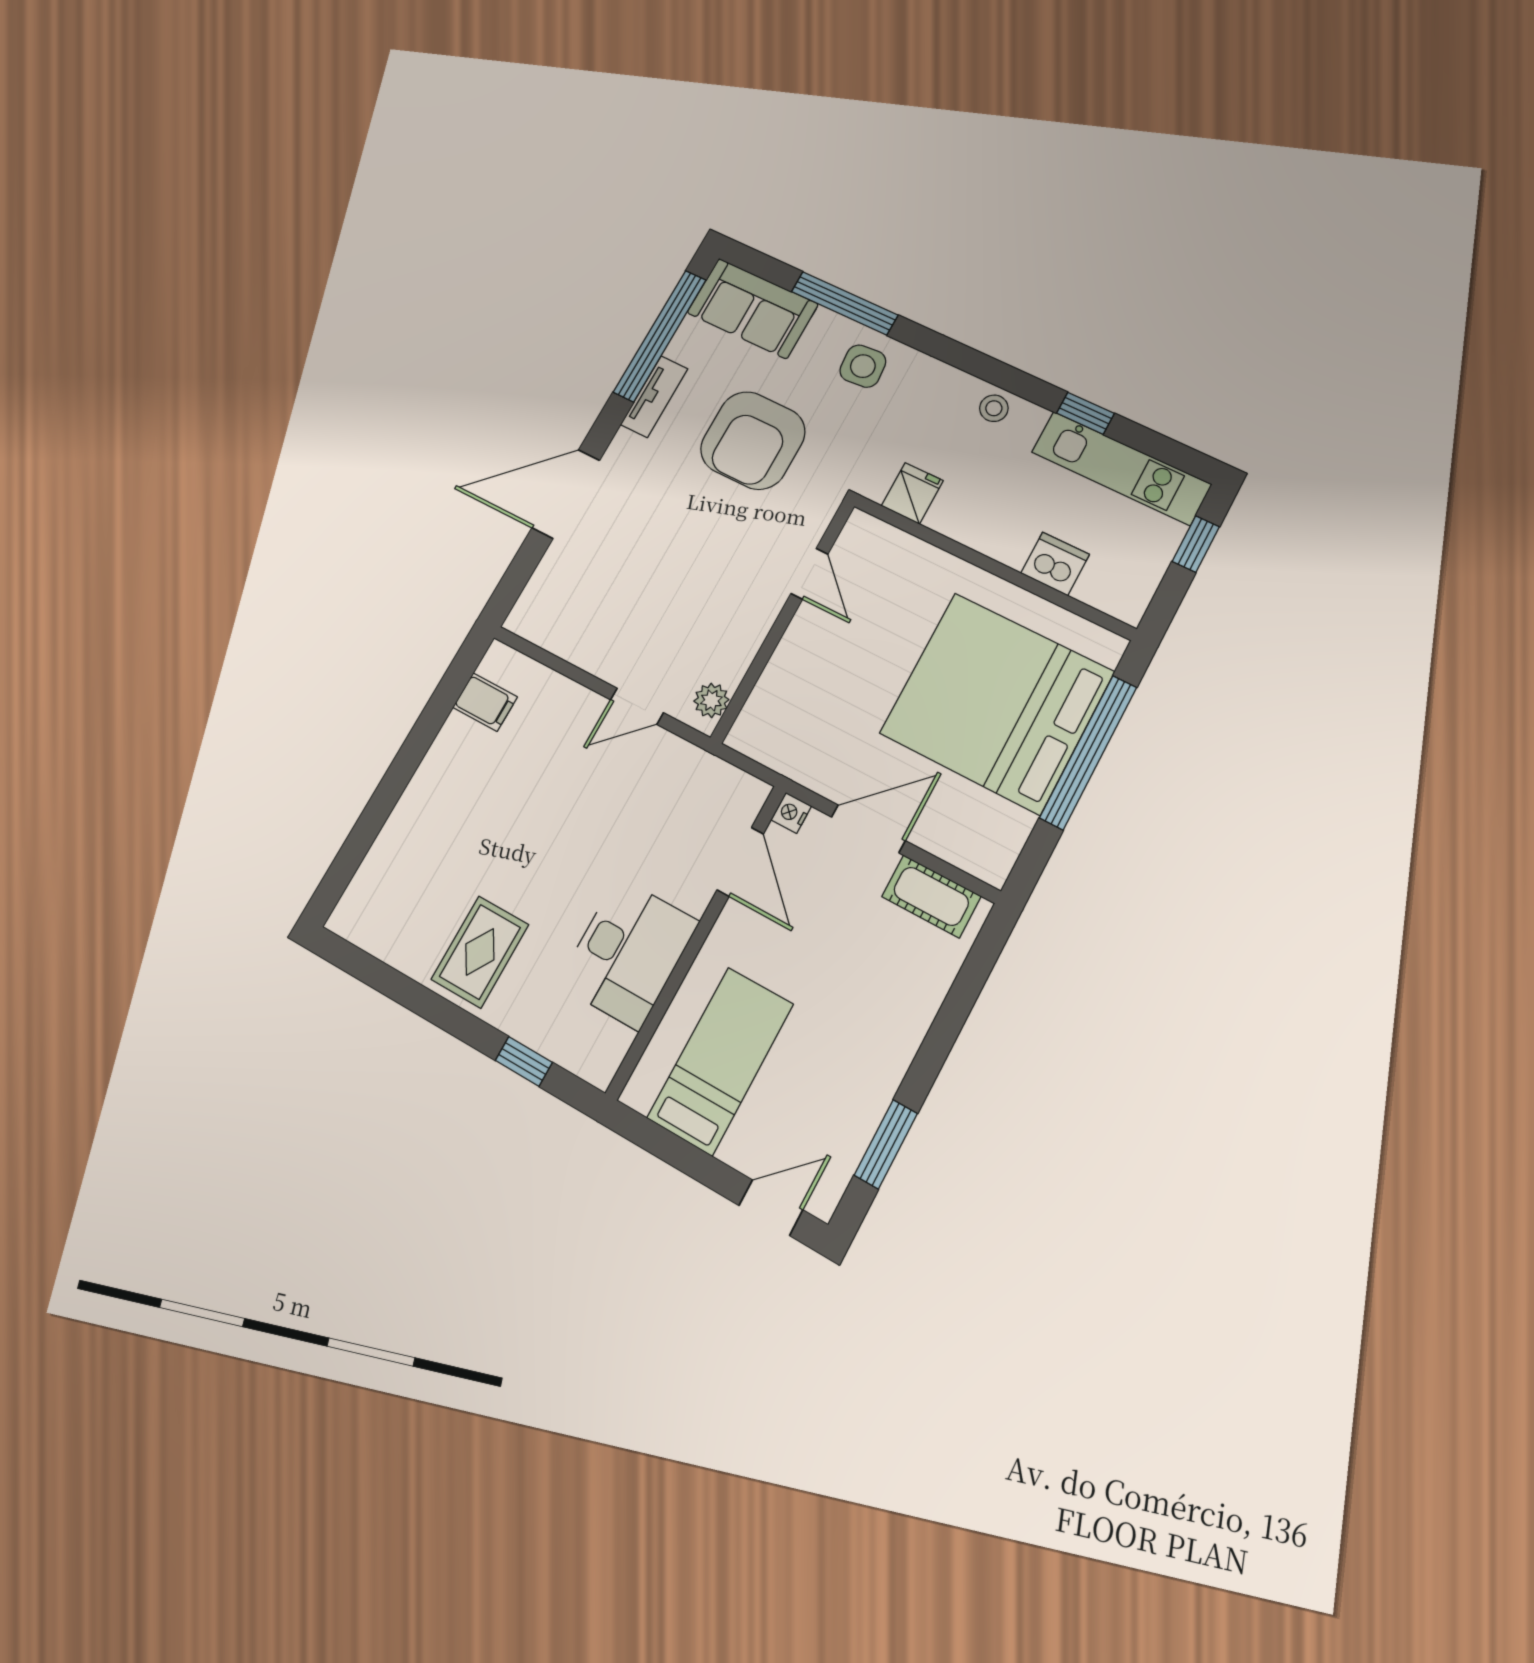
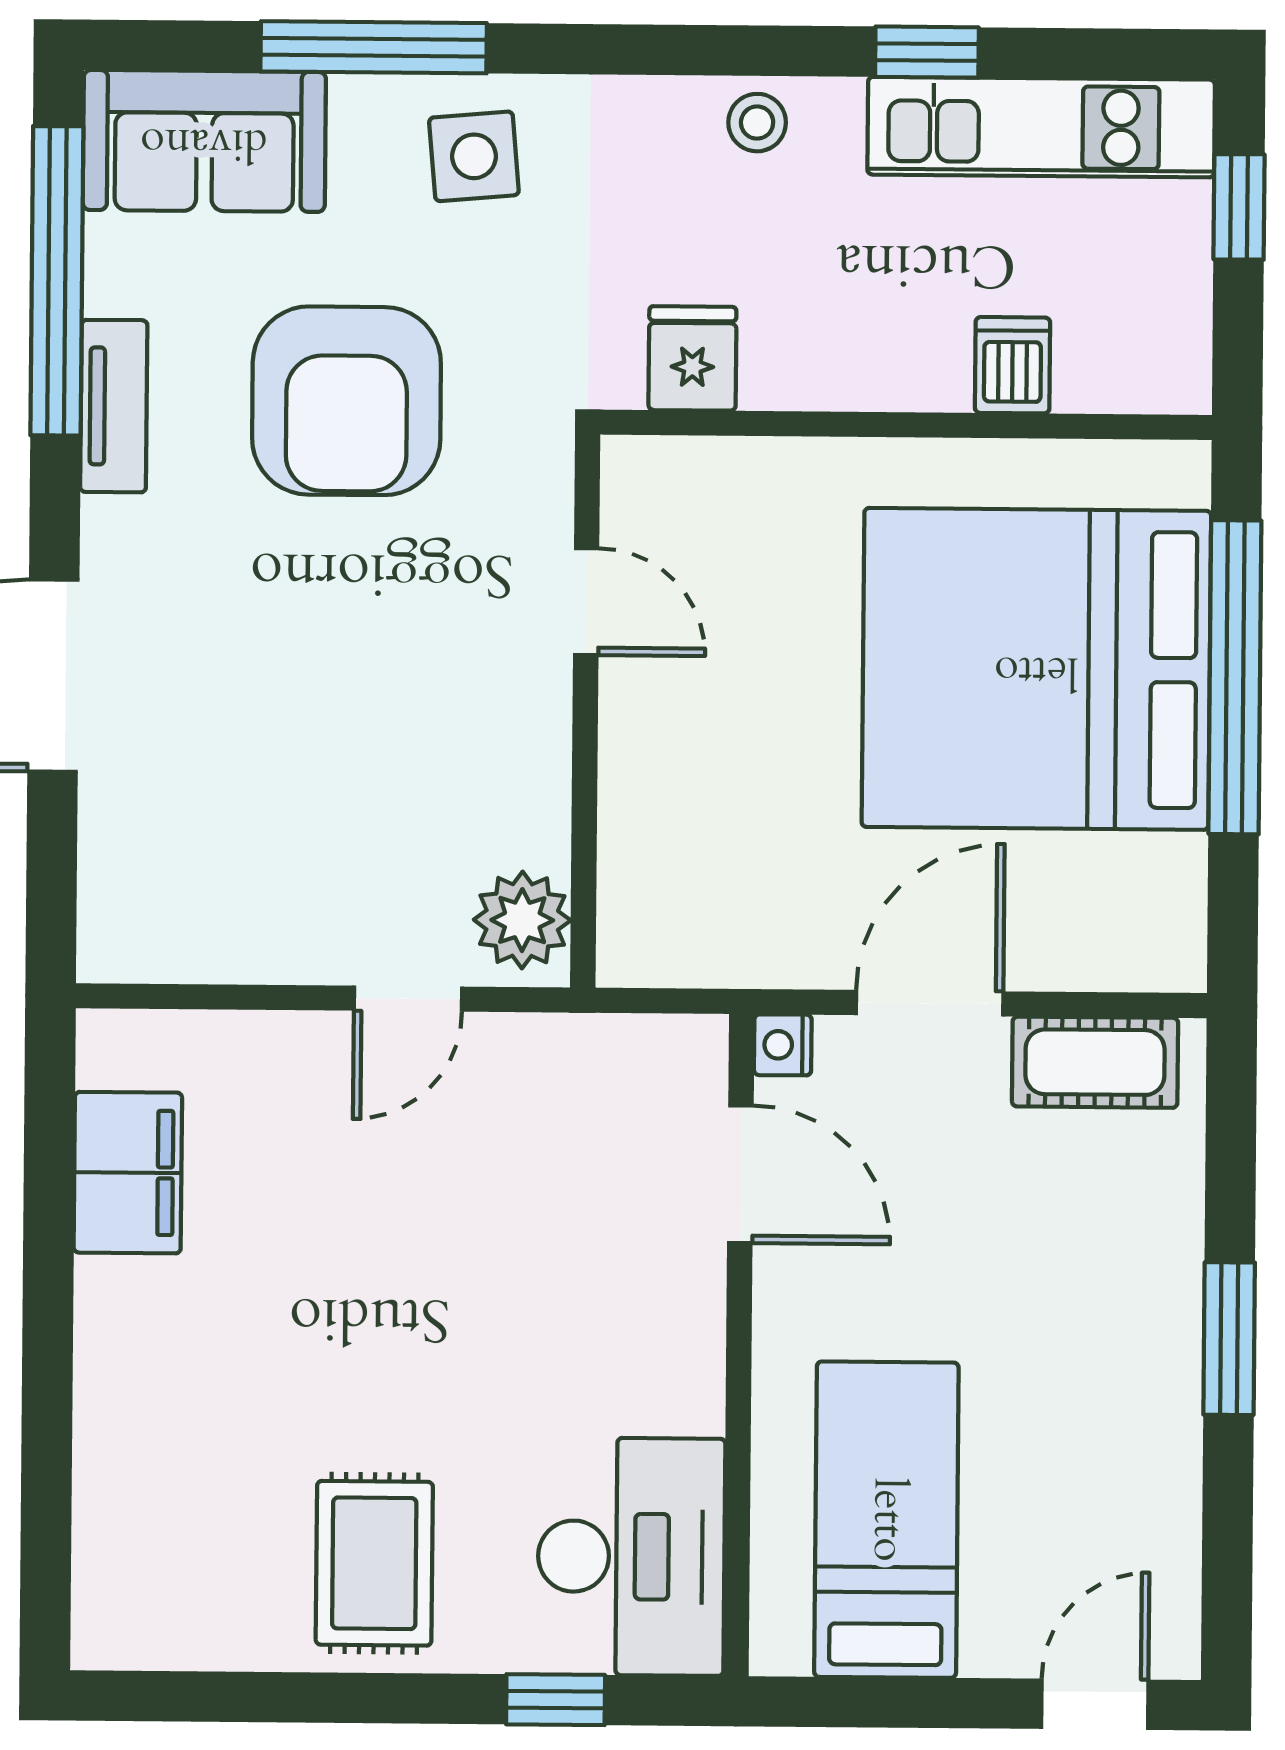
dishwasher: (1055, 564) -> (1013, 365), width x0.73
plant: (711, 700) -> (522, 920), width x1.38, depth x1.38
filing cabinet: (485, 702) -> (128, 1173), width x2.00
desk: (628, 953) -> (631, 1557), moved
window: (886, 1144) -> (1229, 1339), moved

